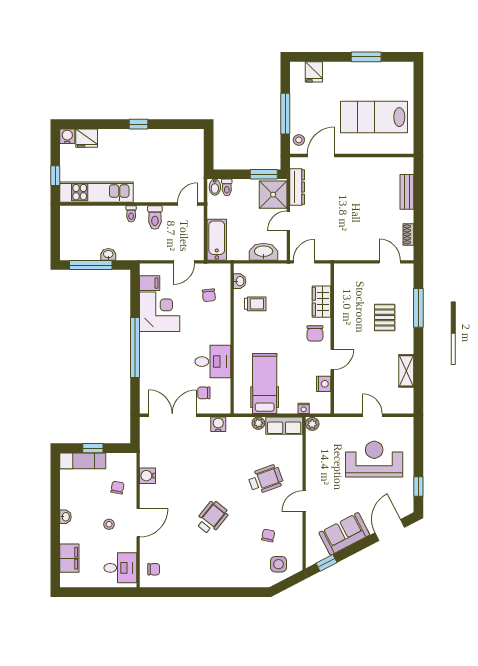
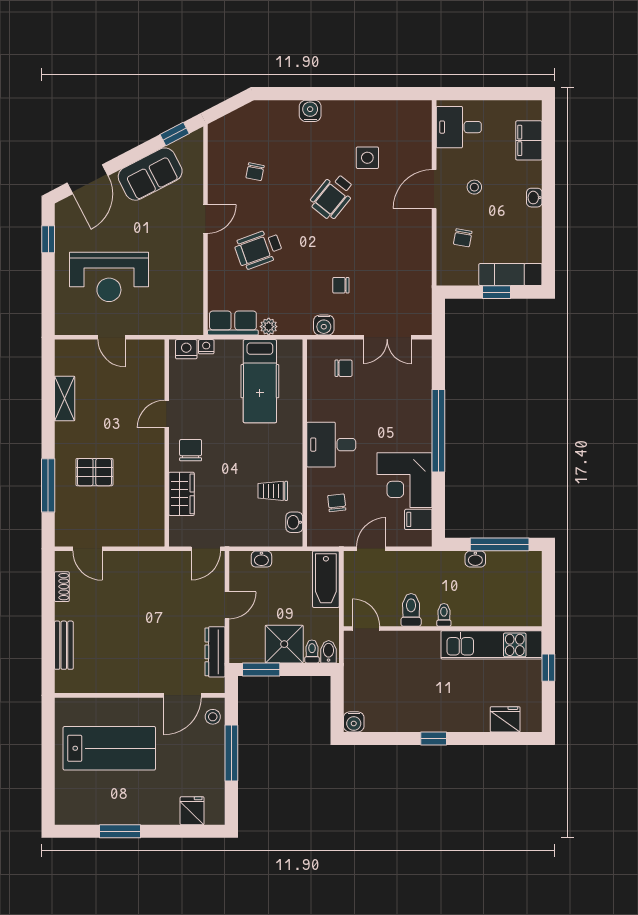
water cooler: (67, 136) -> (354, 722), moved
shower: (273, 195) -> (284, 644), moved
door: (188, 204) -> (366, 629), swing flipped
washbasin: (264, 252) -> (261, 559), width x0.52, depth x0.69
pallet: (385, 318) -> (94, 472), turned 90
desk: (213, 362) -> (331, 445), moved
nightstand: (324, 384) -> (186, 349), moved, turned 90
double door: (172, 415) -> (387, 337), width x0.73
plant: (312, 424) -> (194, 325), removed
water cooler: (148, 476) -> (310, 111), moved, turned -90
side table: (279, 564) -> (367, 158), moved
chair: (154, 569) -> (341, 285), moved

